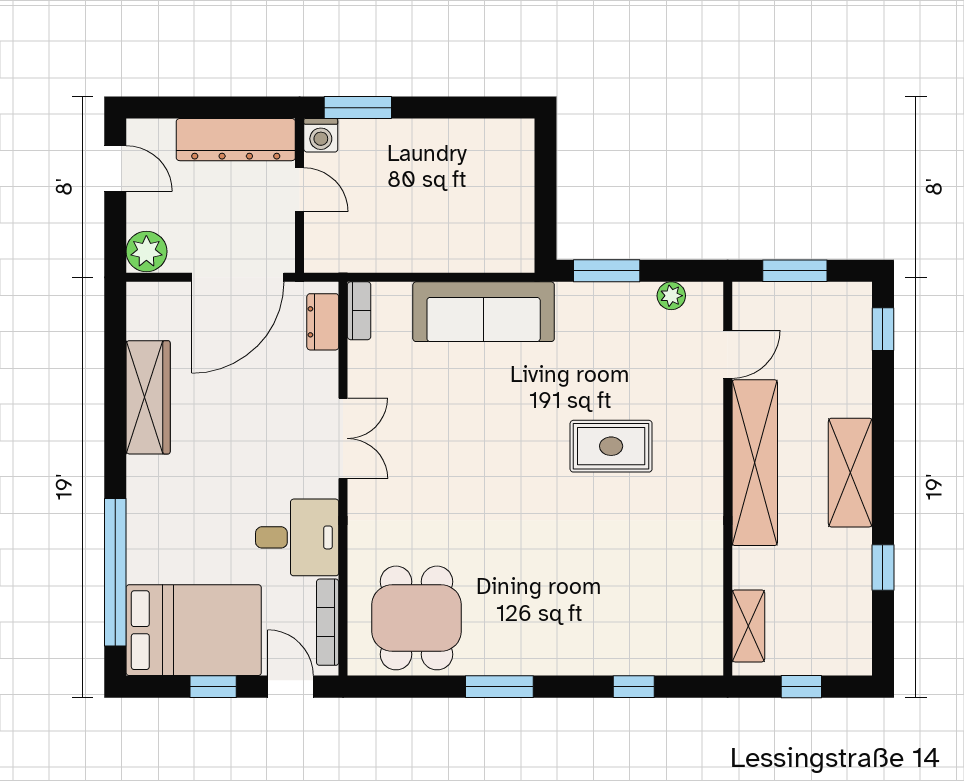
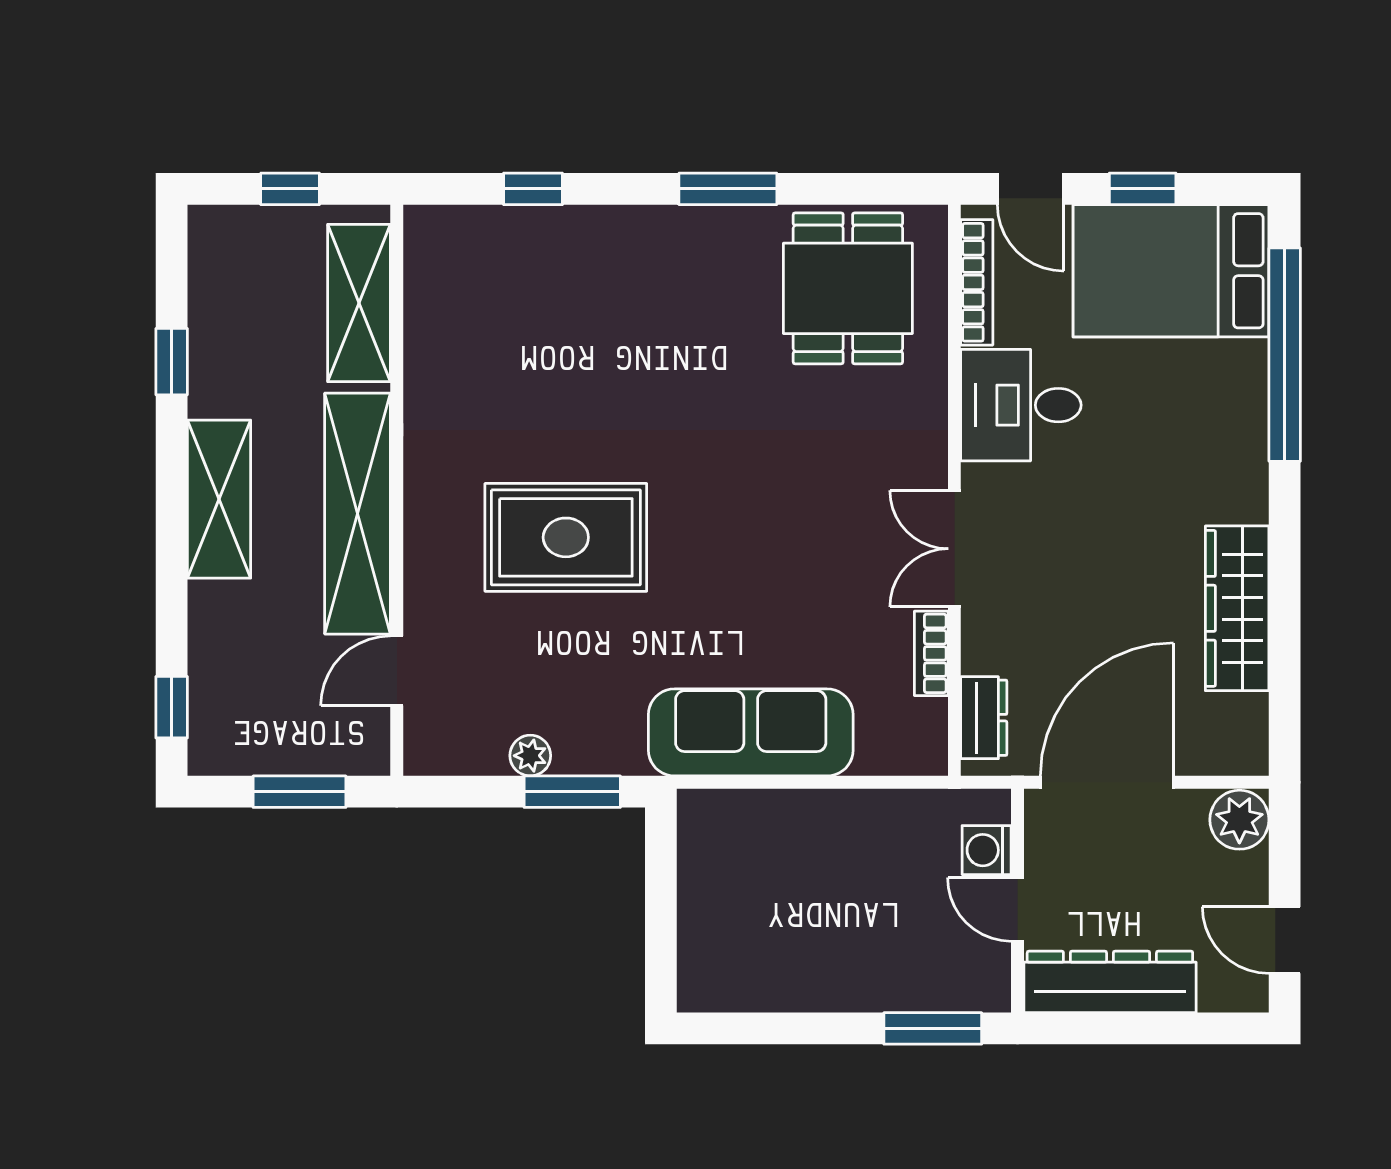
washing machine: (321, 135) -> (987, 850), moved, turned -90
plant: (671, 296) -> (530, 756), moved
bookcase: (359, 311) -> (931, 653), moved
rug: (611, 446) -> (566, 537), width x1.36, depth x1.43
shelving: (748, 626) -> (359, 303), width x1.50, depth x1.33

